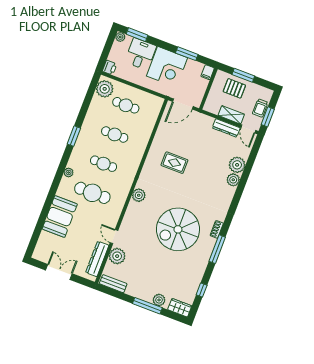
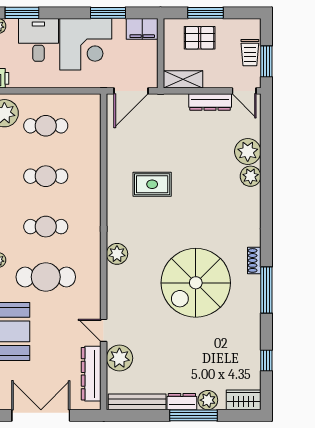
filing cabinet: (208, 72) -> (142, 29), width x2.00
shelving: (231, 115) -> (183, 79), moved
double door: (59, 272) -> (41, 415), width x1.37
bench: (113, 284) -> (137, 402), width x1.36
dresser: (144, 295) -> (182, 402), added

